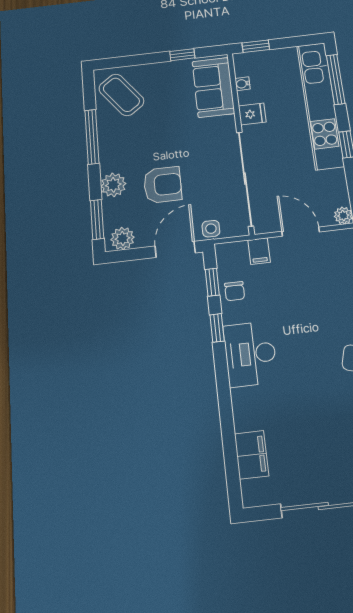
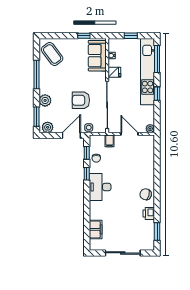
window: (256, 46) -> (131, 36), moved
armchair: (163, 185) -> (81, 100), moved, turned 180

